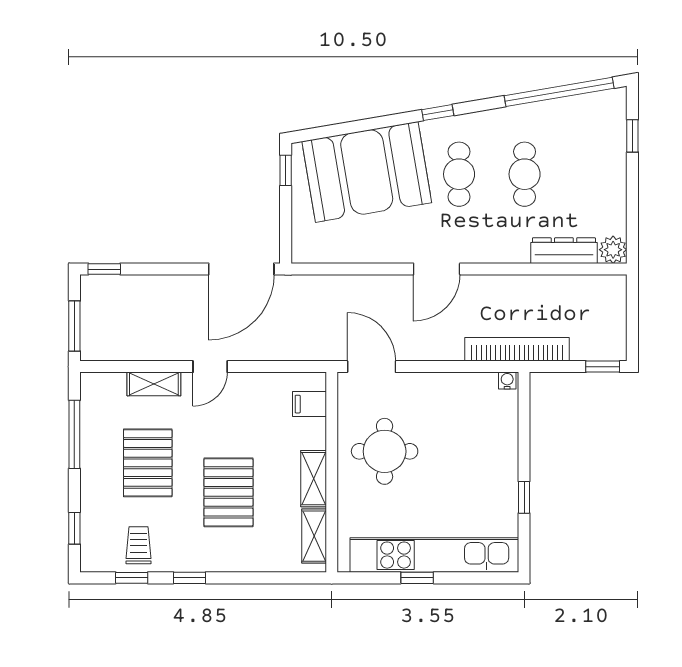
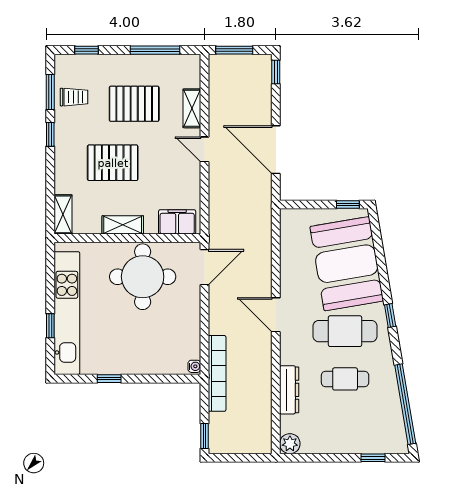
cafe table: (459, 174) -> (345, 331), width x1.37, depth x1.35
dresser: (564, 251) -> (289, 390), moved
door: (241, 269) -> (276, 150), moved
filing cabinet: (309, 404) -> (177, 222), width x2.00
round table: (385, 451) -> (143, 277), width x1.36, depth x1.36
shelving: (314, 536) -> (63, 214), moved, turned 90
window: (132, 578) -> (50, 92), width x1.50
window: (417, 578) -> (50, 326), moved

